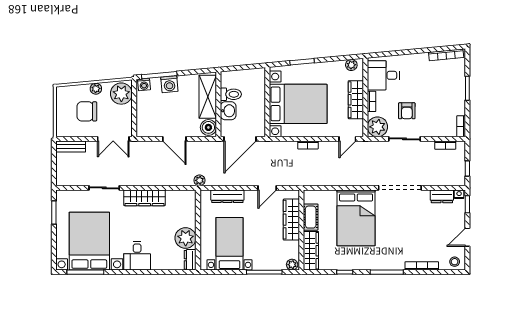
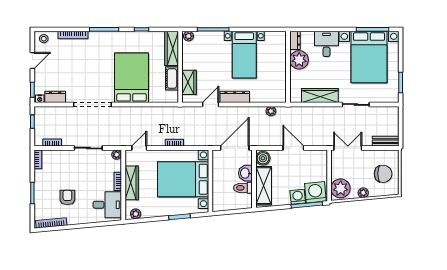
washing machine: (144, 85) -> (315, 192), width x1.89, depth x1.89
chair: (87, 111) -> (383, 174), moved
armchair: (407, 111) -> (67, 197), moved
plant: (377, 127) -> (117, 155), width x0.53, depth x0.53
dresser: (227, 196) -> (235, 97), moved
wardrobe: (291, 220) -> (189, 82), width x0.67
wall: (198, 230) -> (288, 67), moved
plant: (186, 238) -> (299, 60), moved
dresser: (190, 260) -> (295, 40), moved

